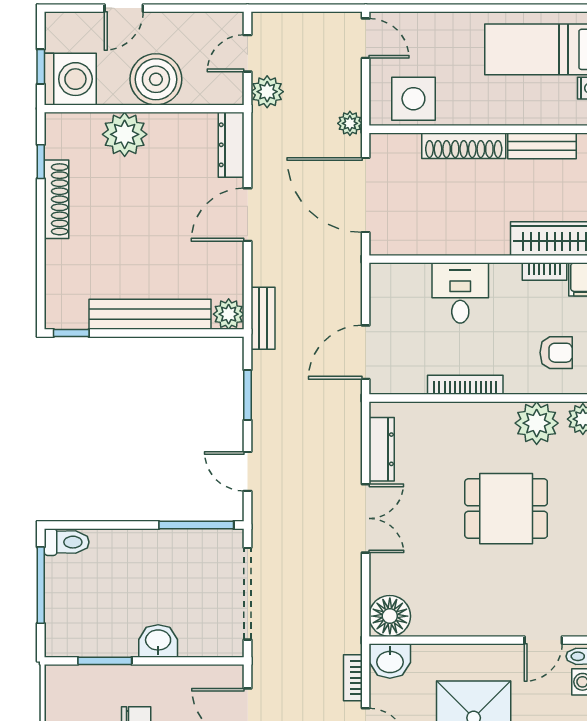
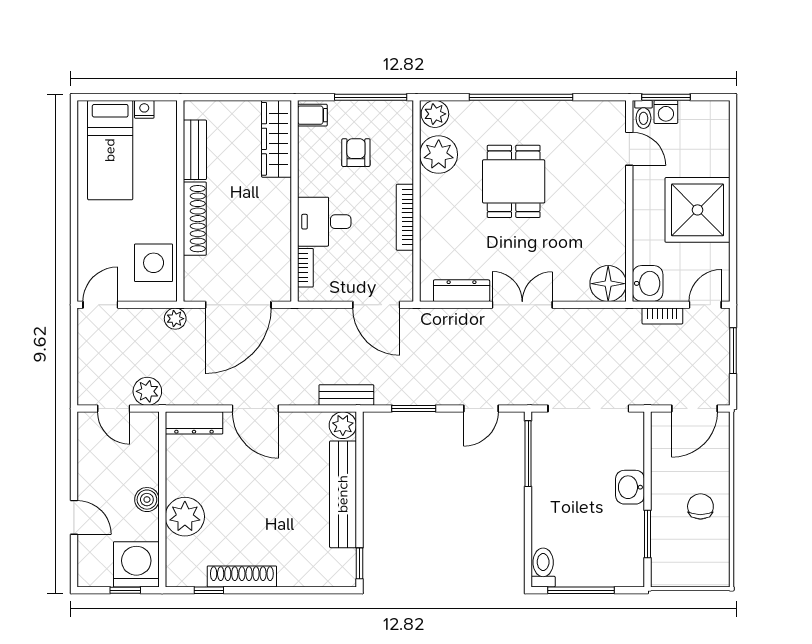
boiler: (156, 79) -> (147, 500), width x0.54, depth x0.54
bookcase: (544, 272) -> (305, 268), moved
armchair: (556, 353) -> (356, 153), moved

